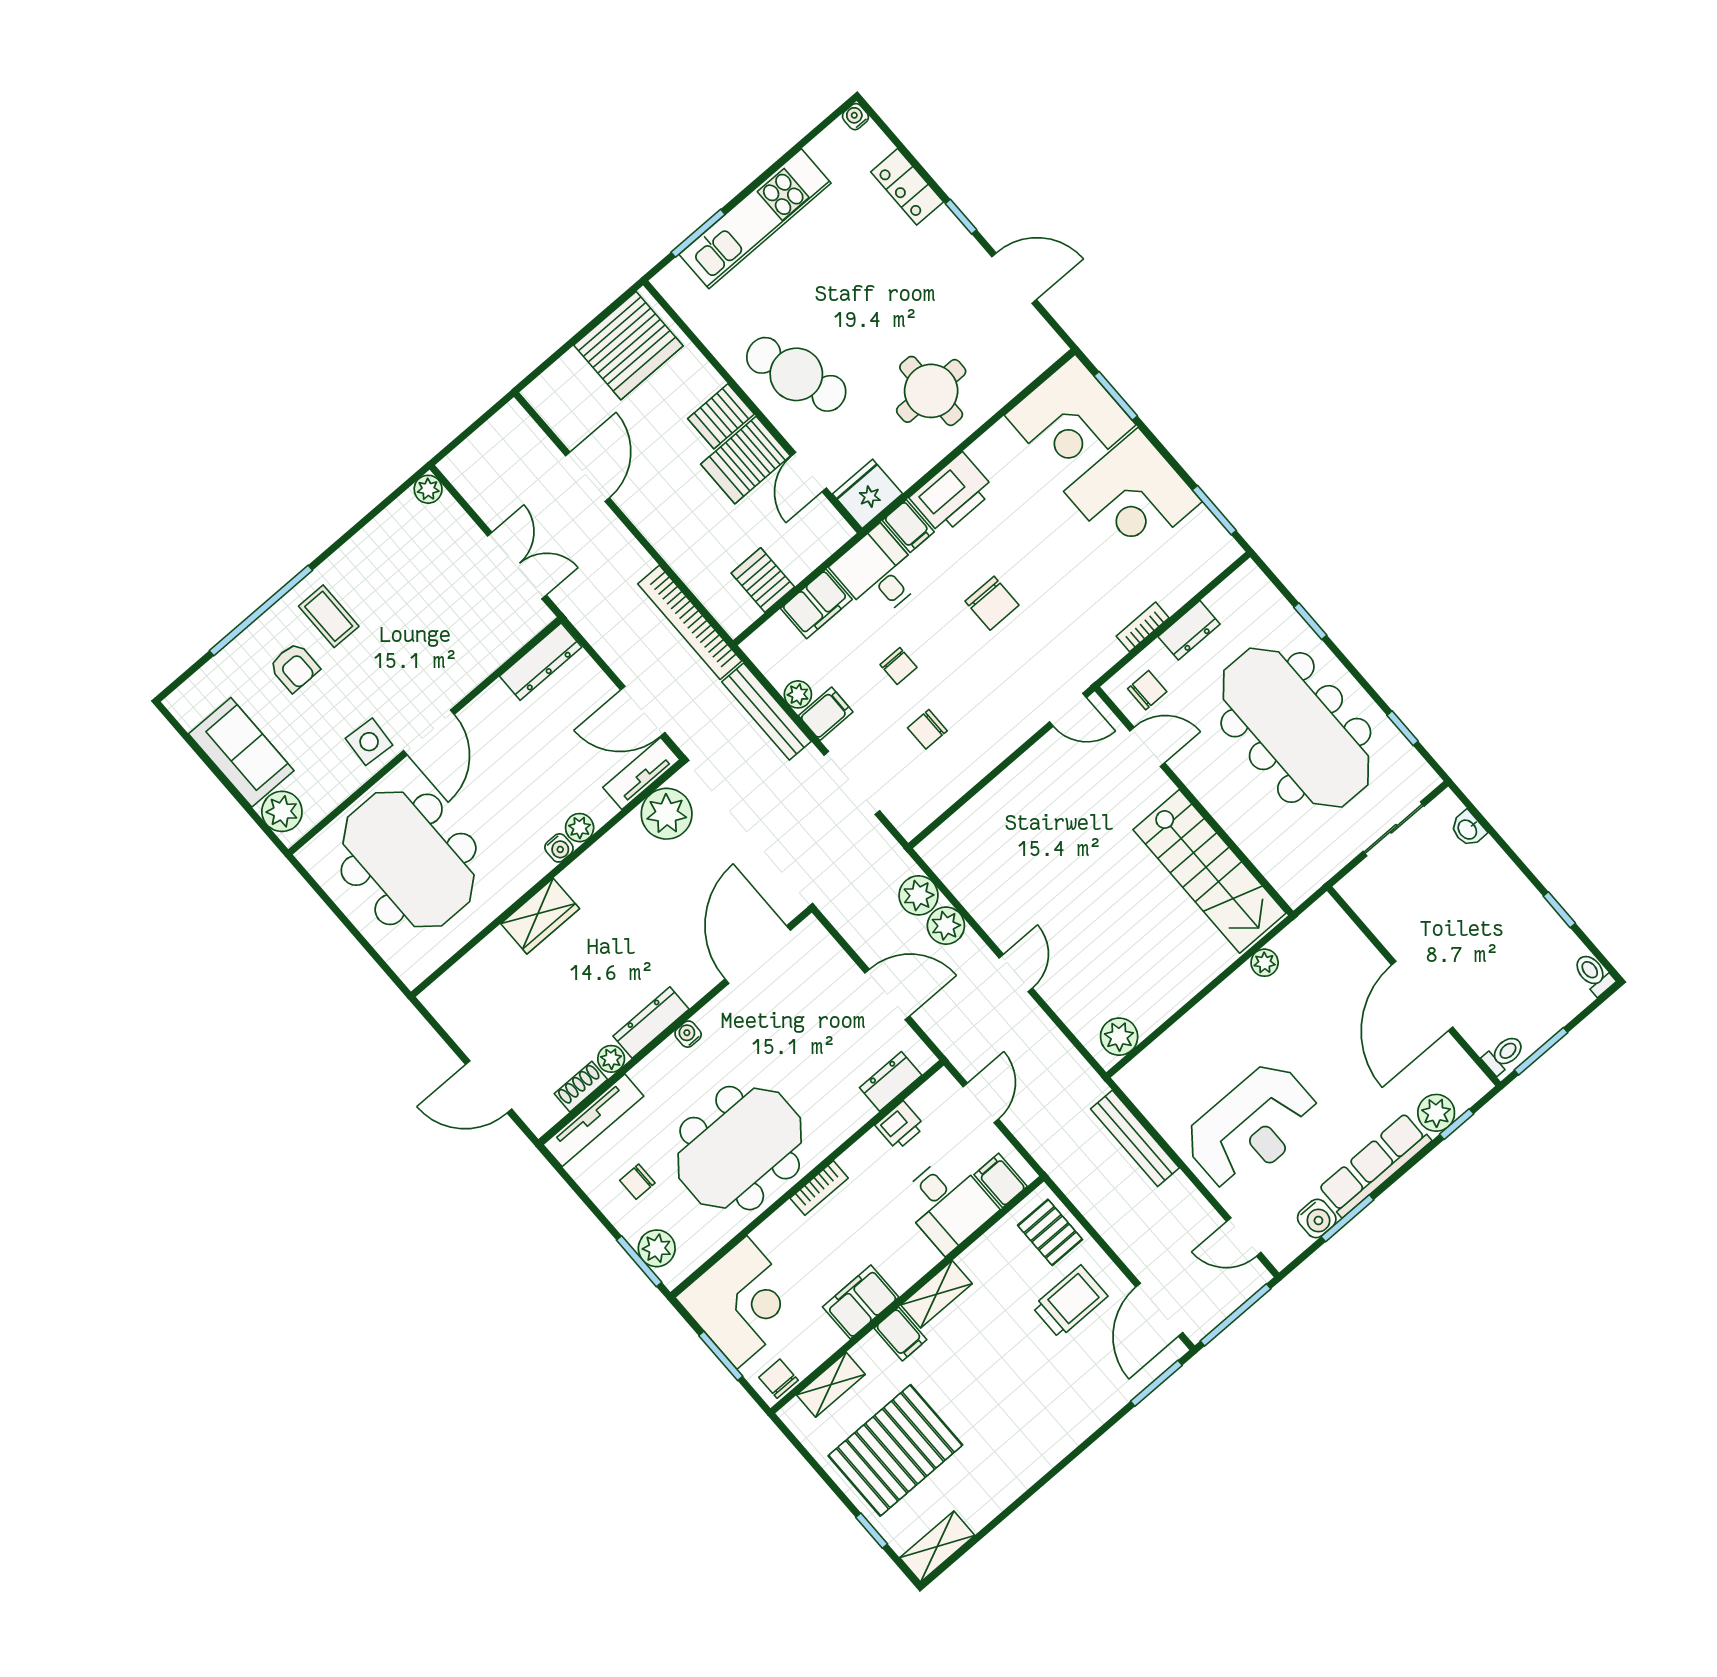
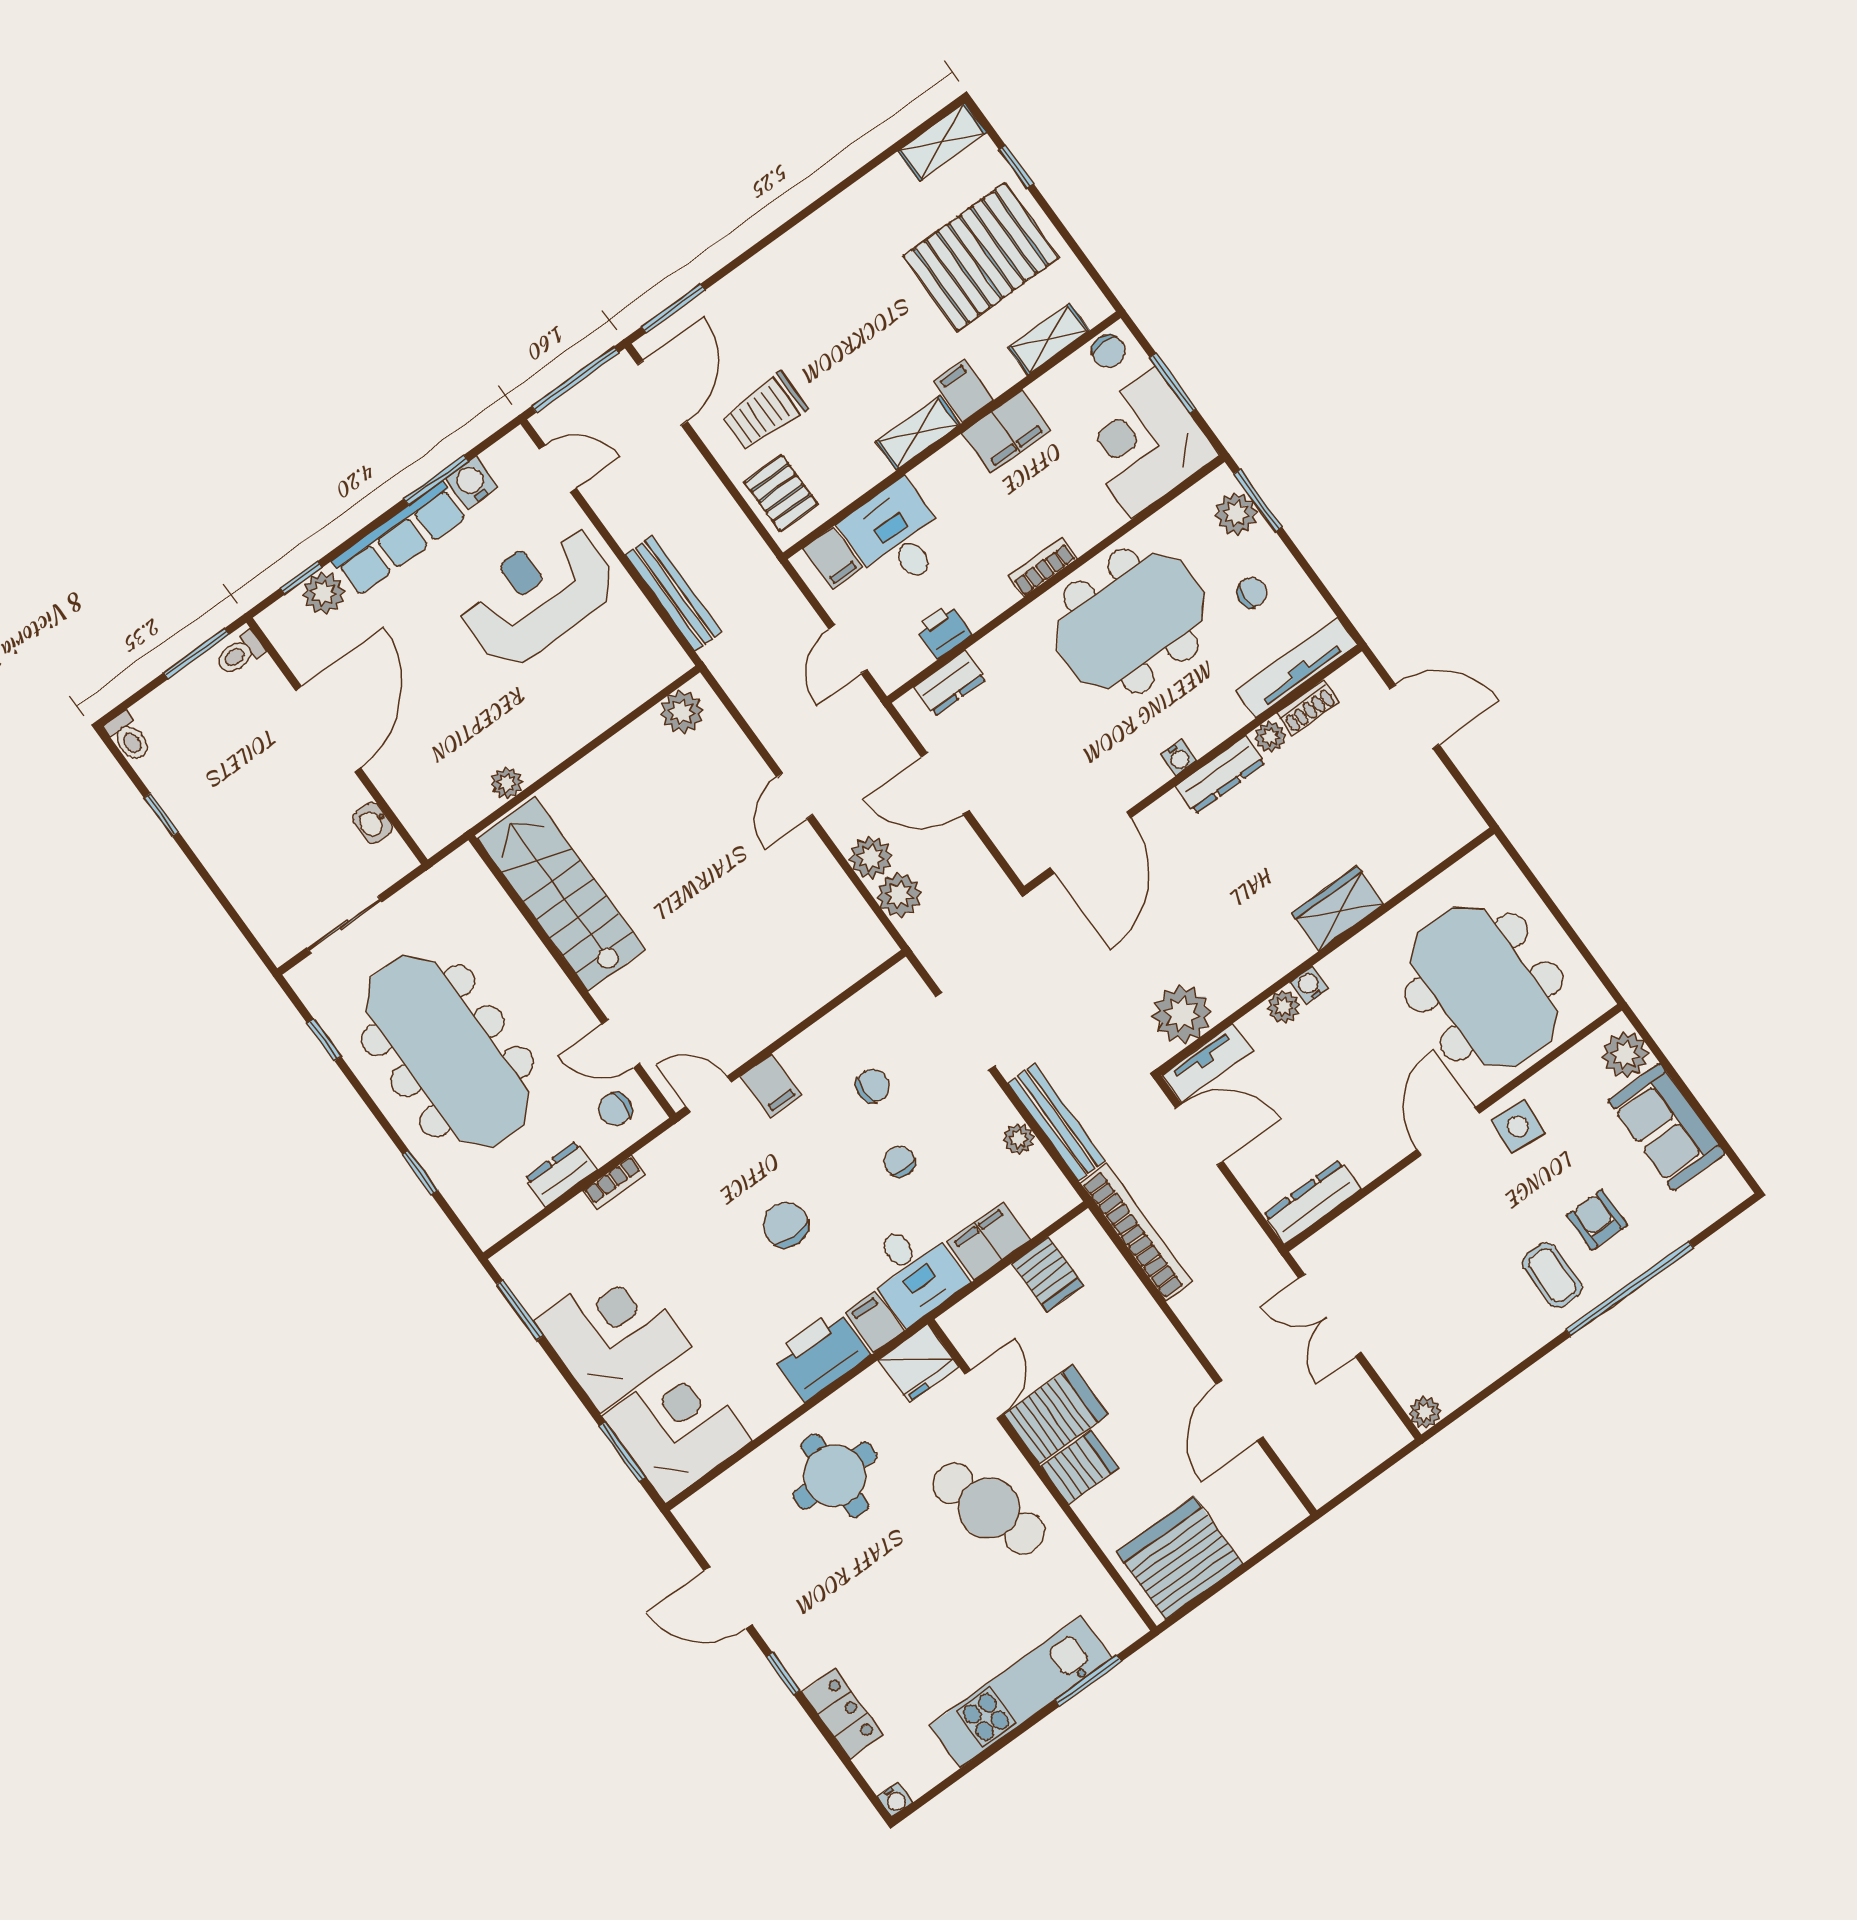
filing cabinet: (826, 714) -> (771, 1085), moved, turned -90
washbasin: (1468, 829) -> (373, 823), moved, turned 180

